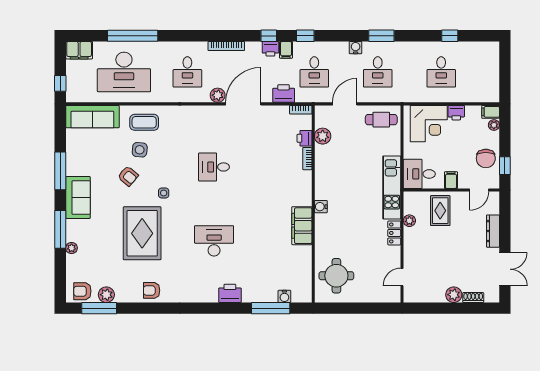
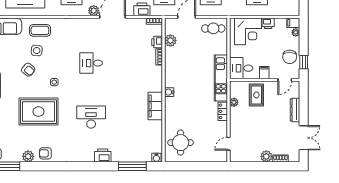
rug: (142, 233) -> (39, 112), turned 90
plant: (106, 295) -> (28, 156), moved
water cooler: (284, 296) -> (156, 158), moved

